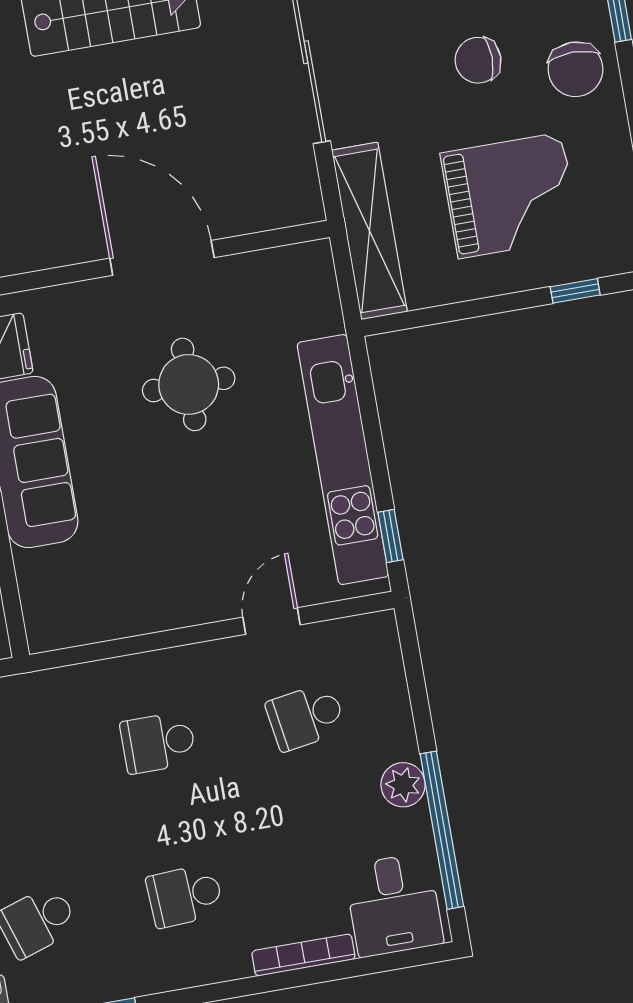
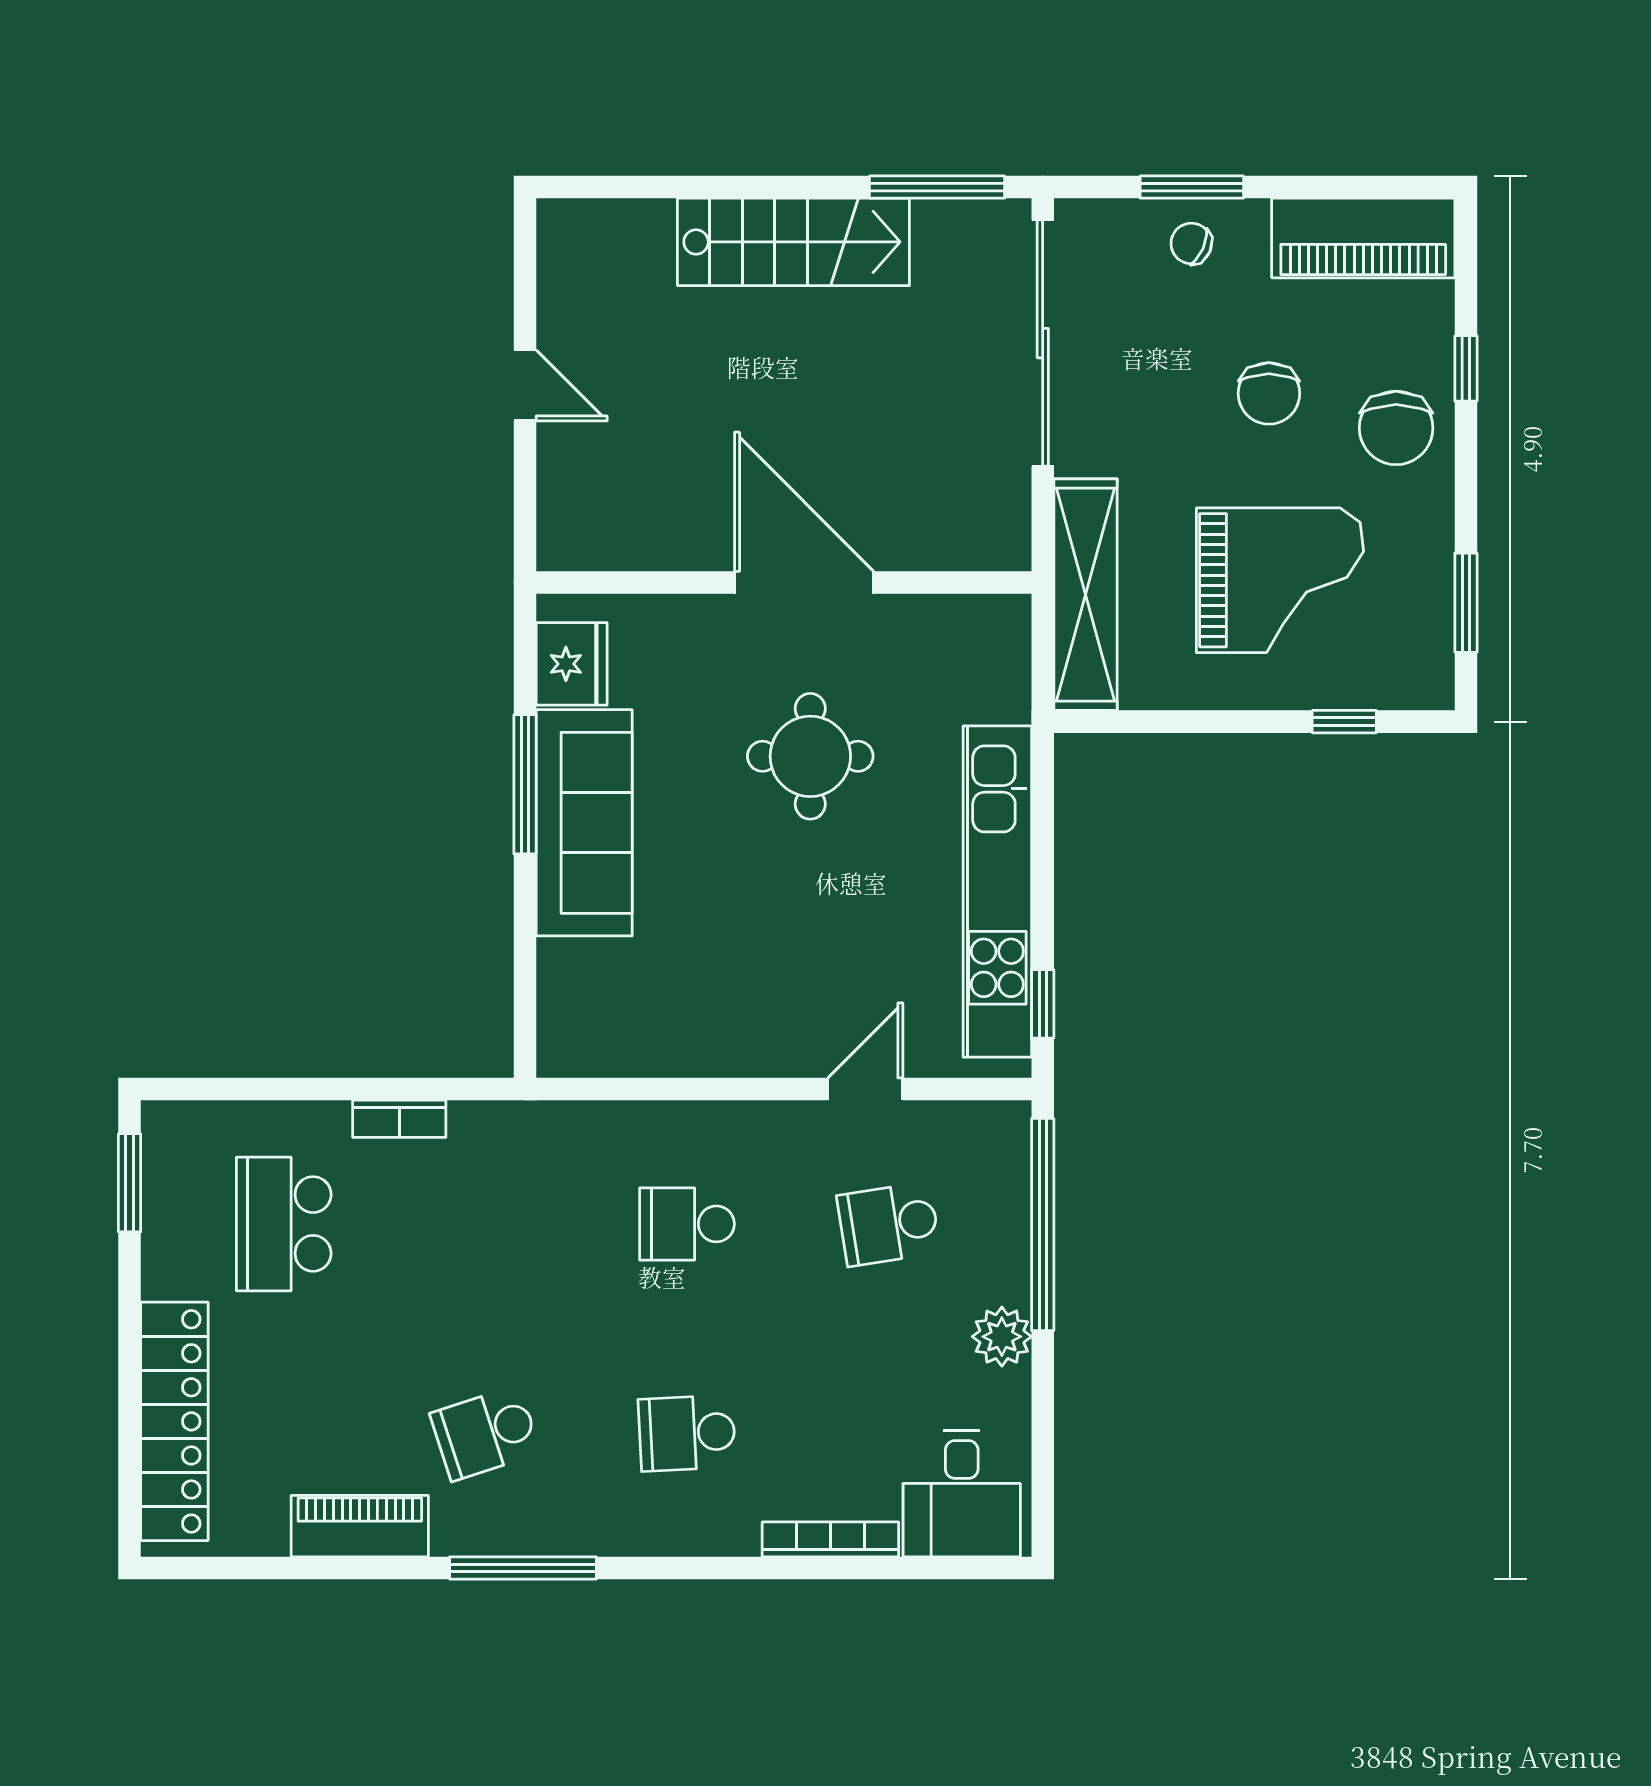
chair: (478, 60) -> (1269, 393), turned -90
window: (442, 830) -> (1043, 1225), moved

